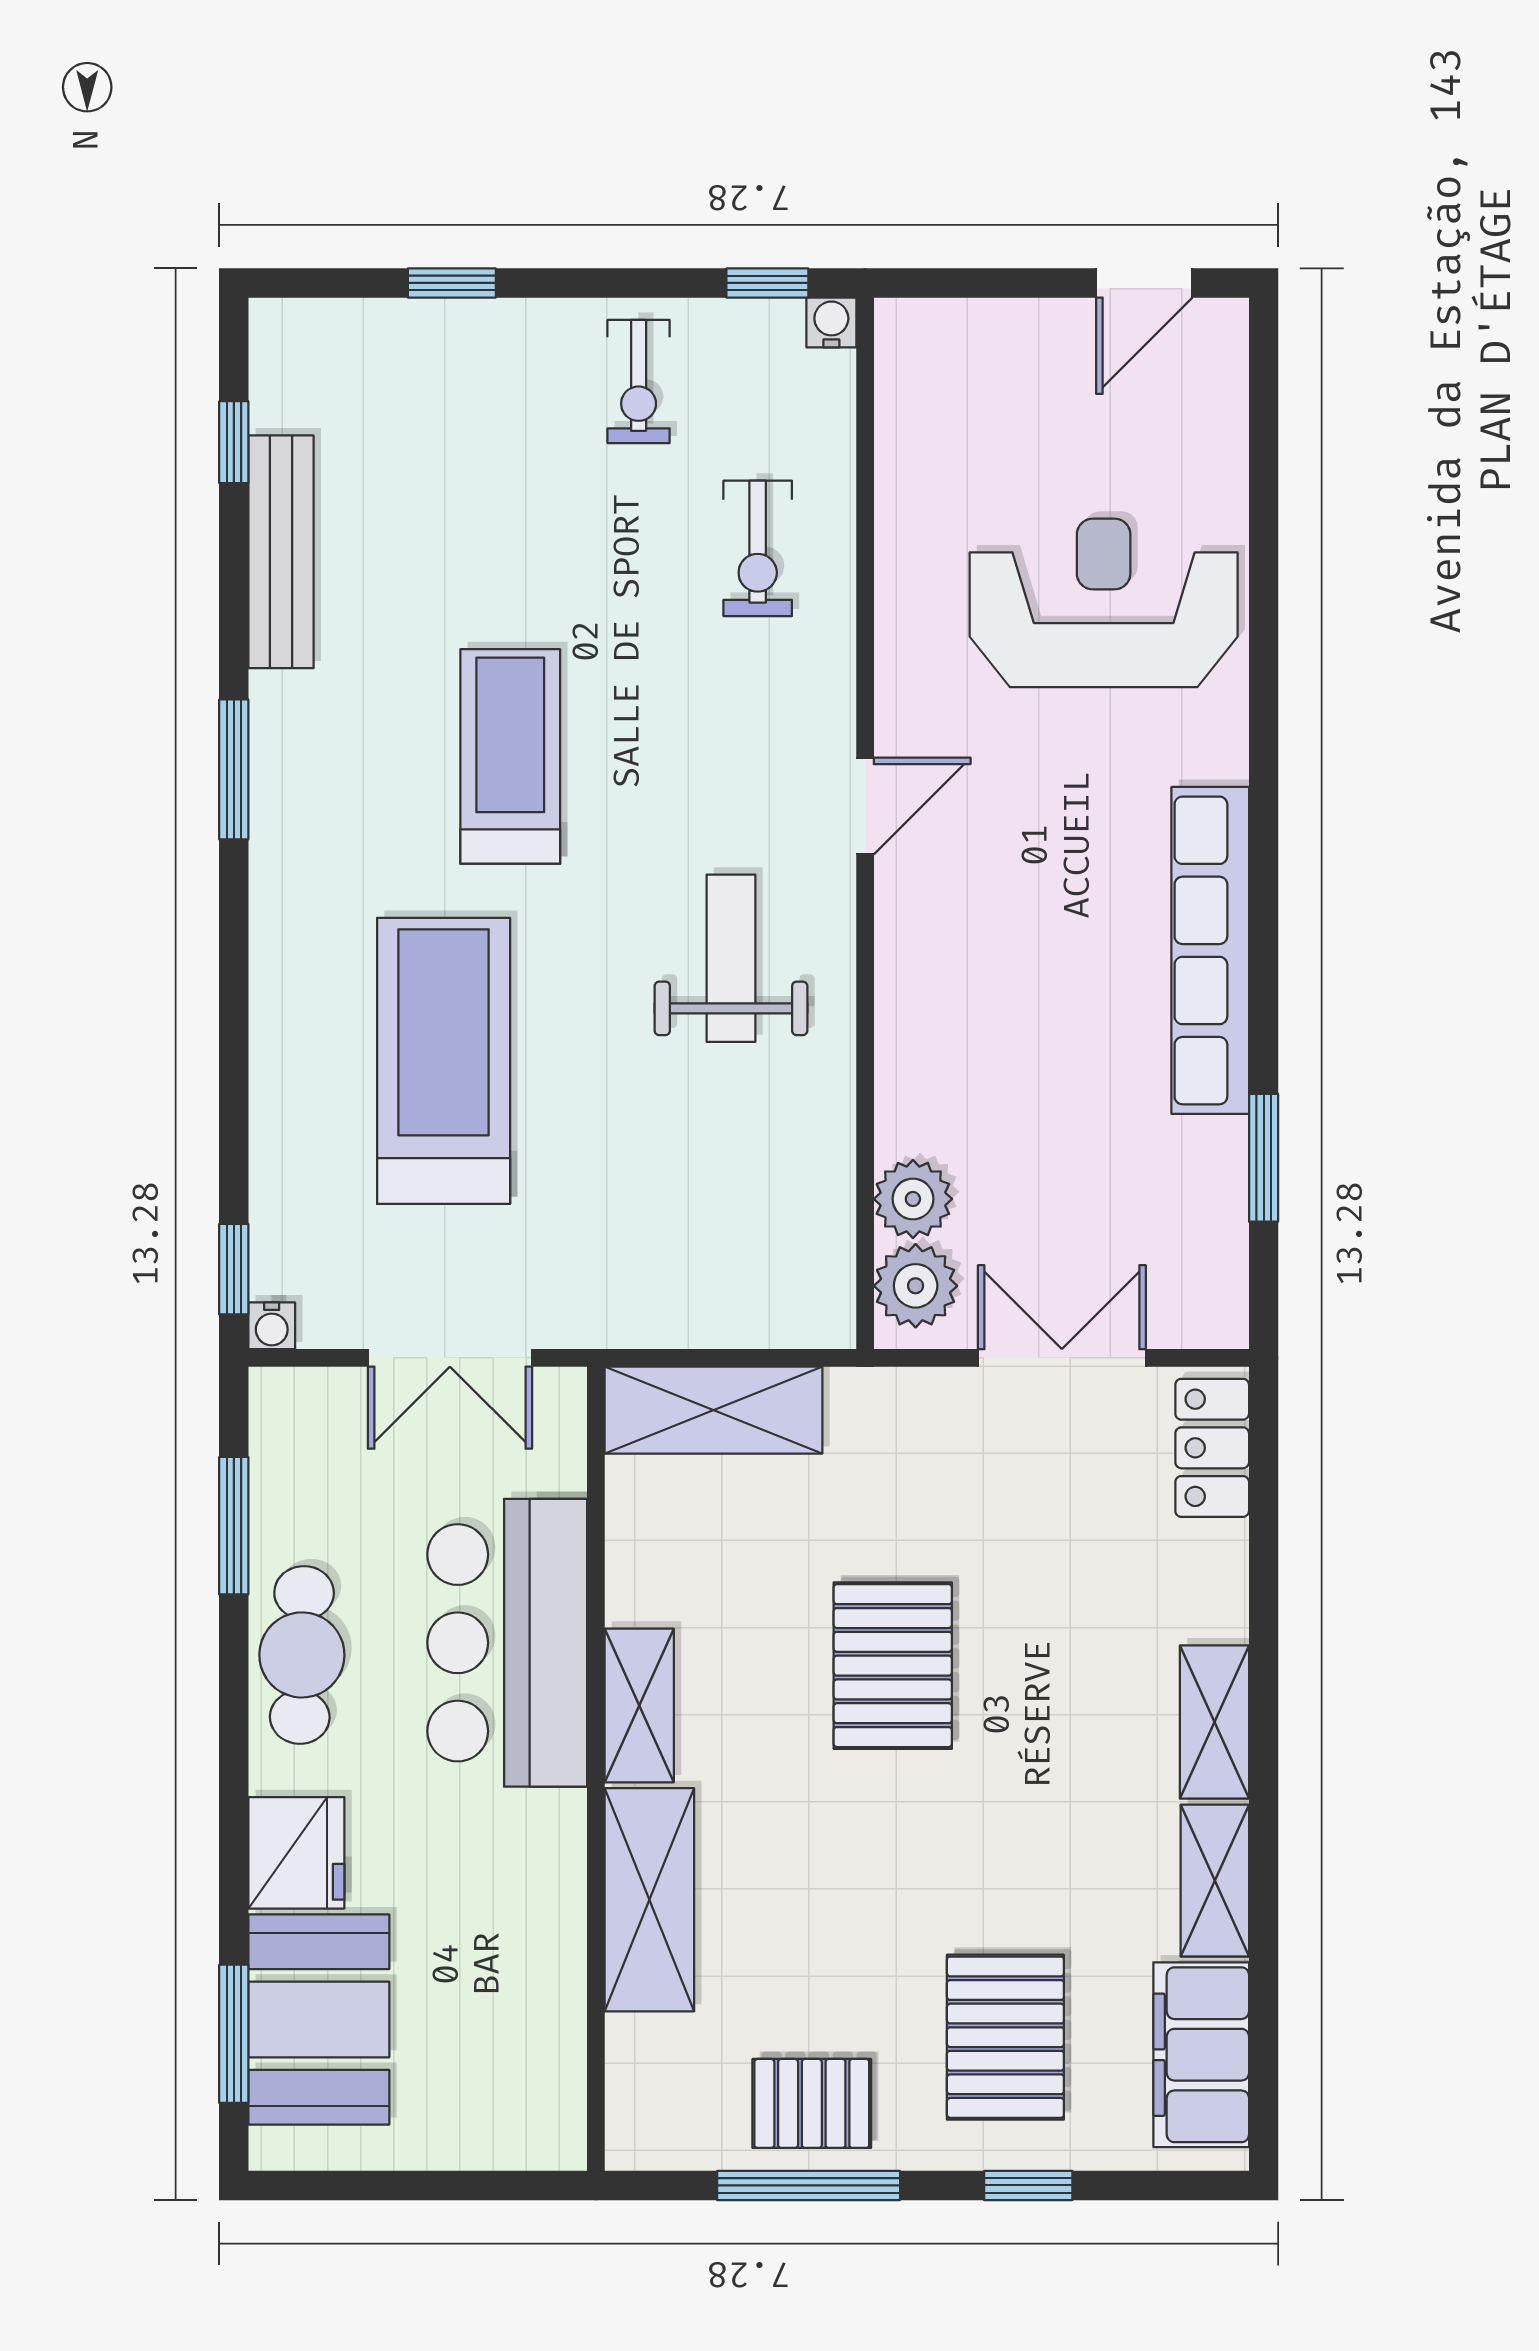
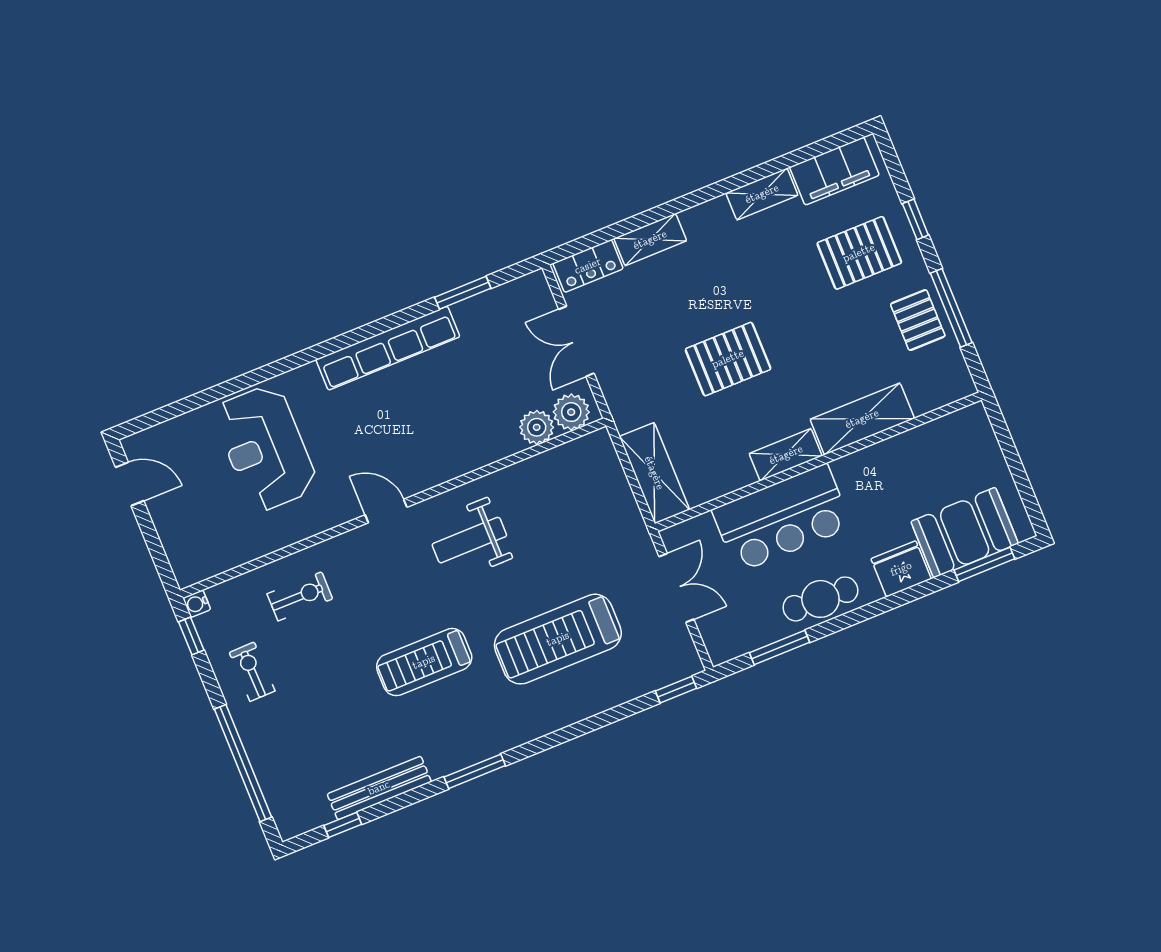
window: (452, 283) -> (243, 763), width x3.17
exercise bike: (639, 382) -> (252, 672), turned -91
water cooler: (272, 1326) -> (693, 665), removed
shelving: (1215, 1722) -> (650, 240), moved

